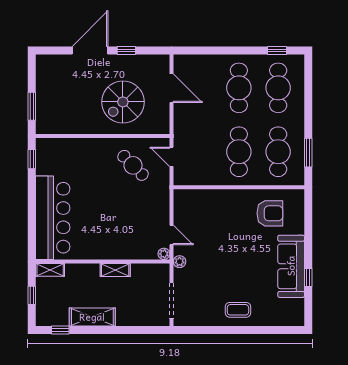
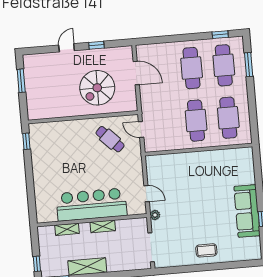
door: (90, 50) -> (67, 48), width x0.53
window: (32, 106) -> (21, 81), moved
window: (308, 153) -> (249, 65), moved
armchair: (270, 213) -> (226, 169), removed
bar counter: (53, 218) -> (92, 205), moved, turned -90
plant: (164, 254) -> (142, 210), removed
shelving: (50, 270) -> (67, 229), moved
window: (32, 295) -> (37, 264), moved

